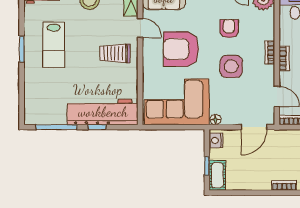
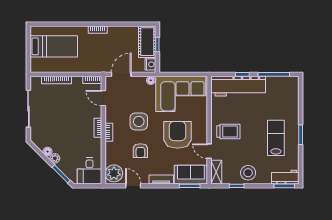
armchair: (181, 49) -> (178, 135), turned -90
cot: (217, 175) -> (147, 42), width x1.37, depth x1.34

